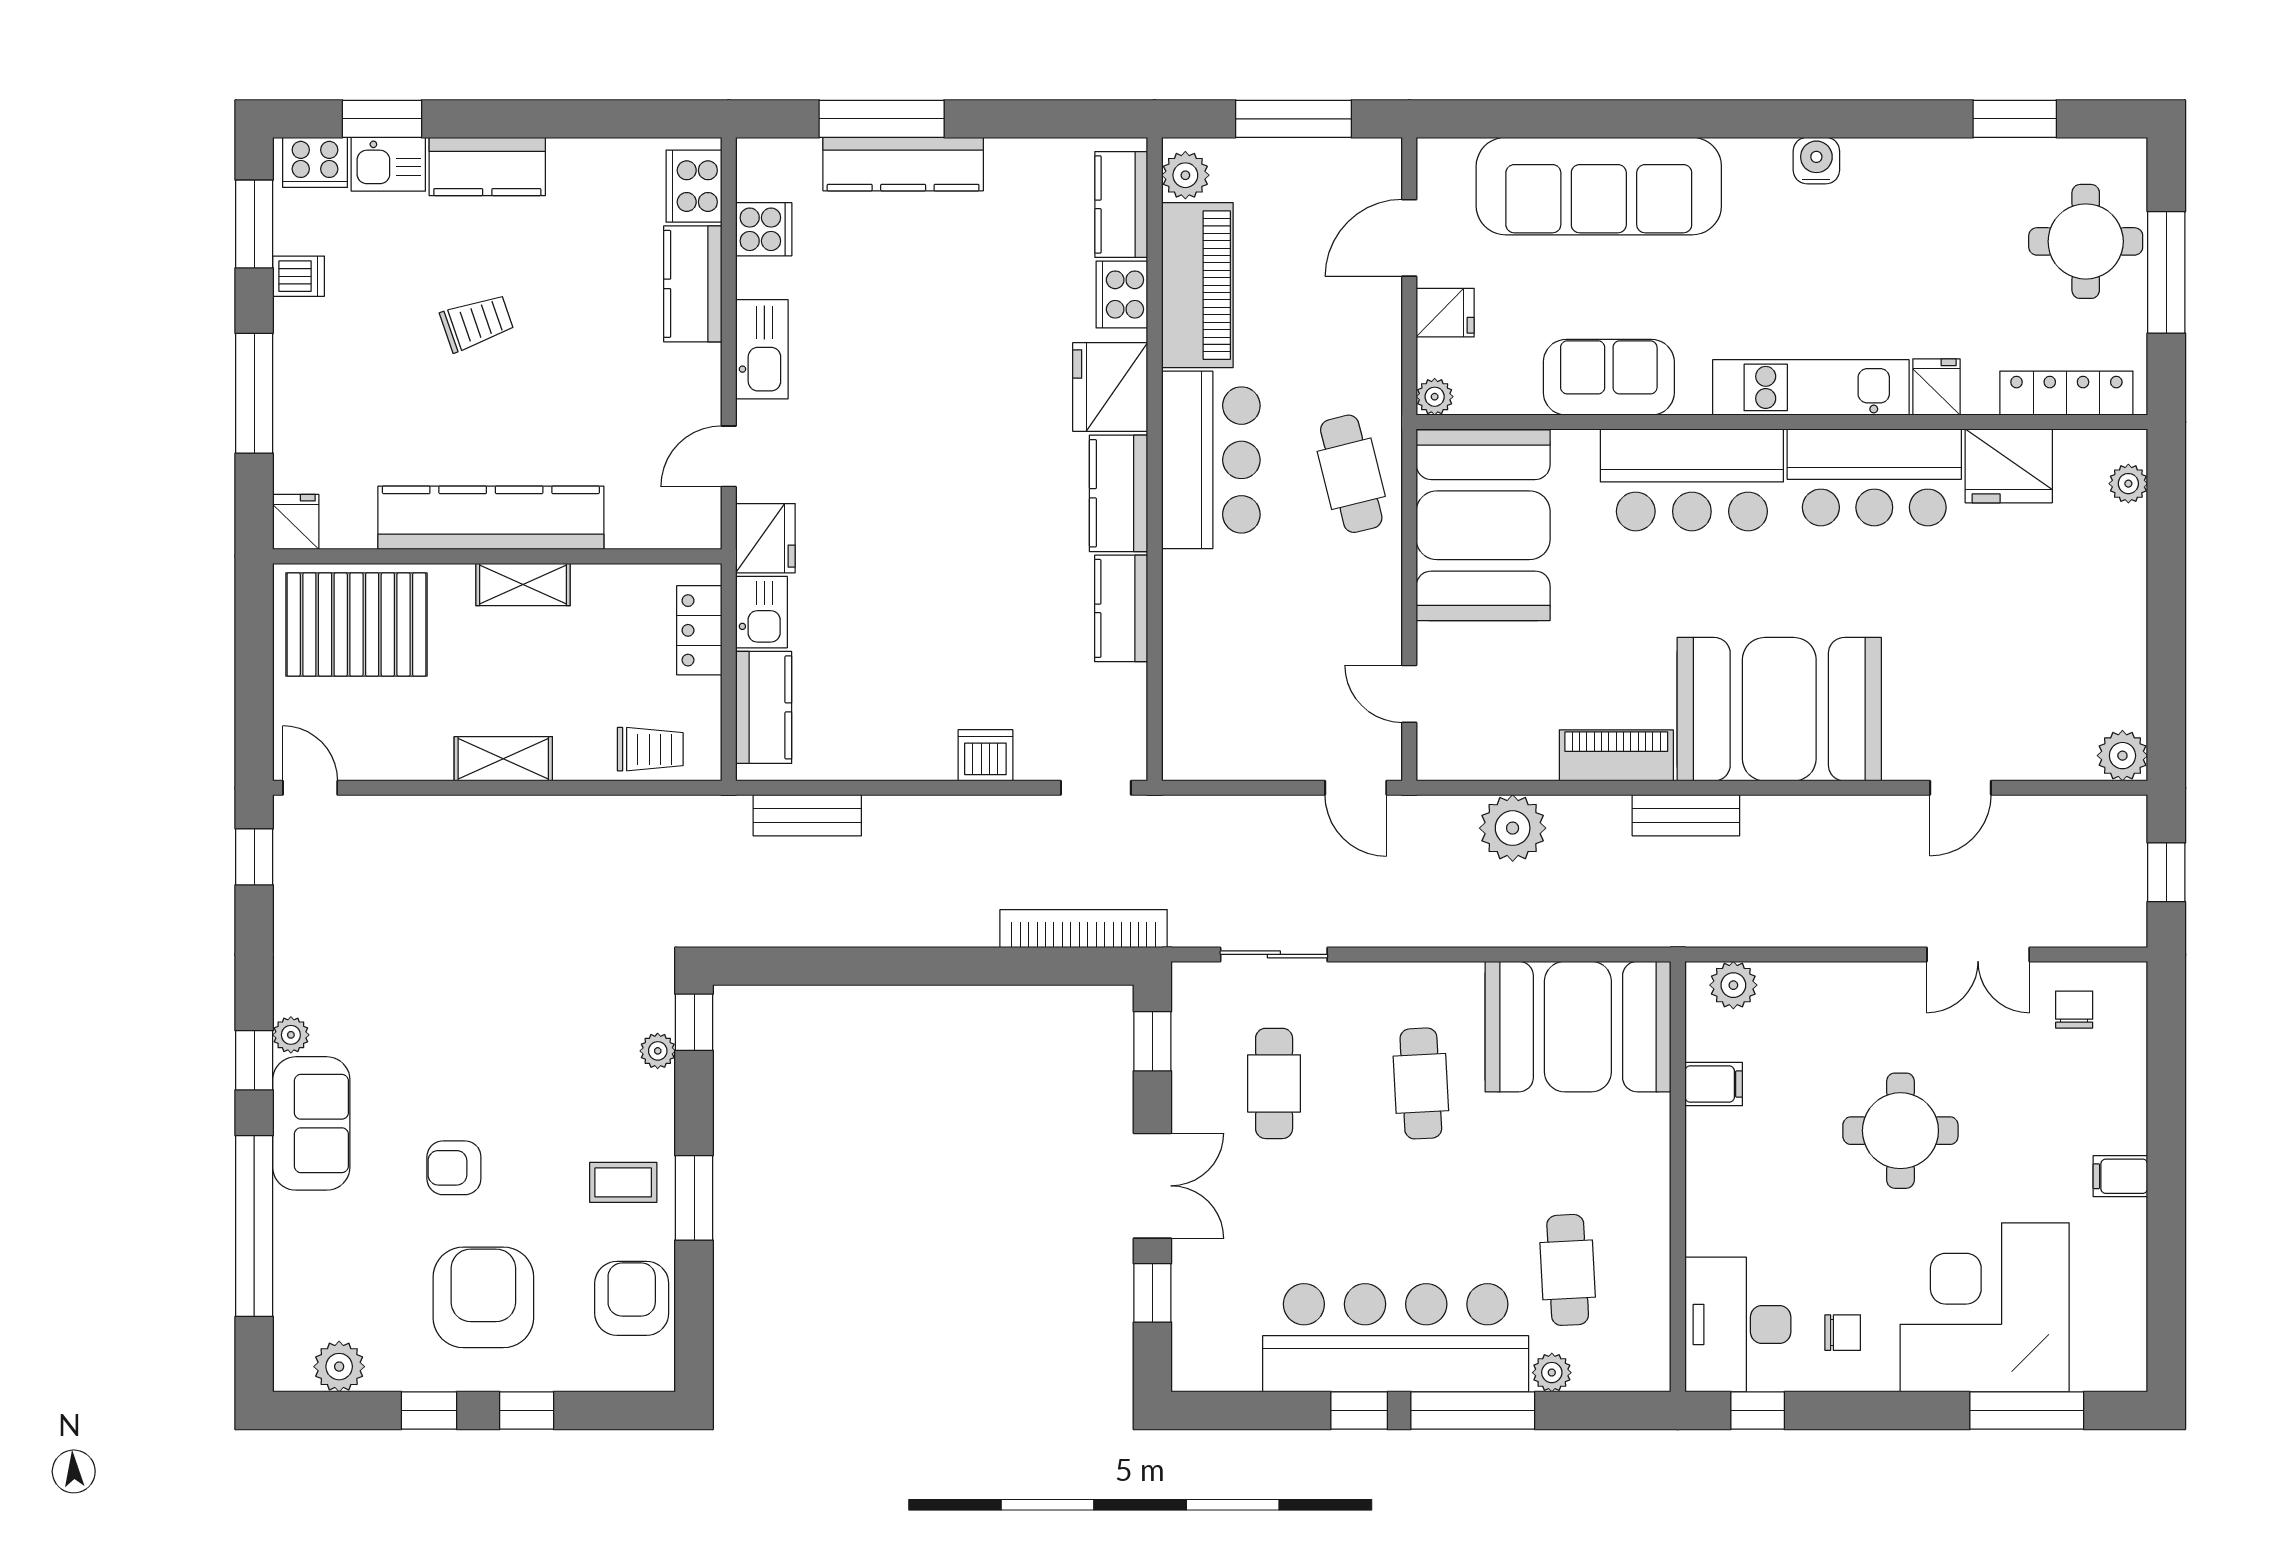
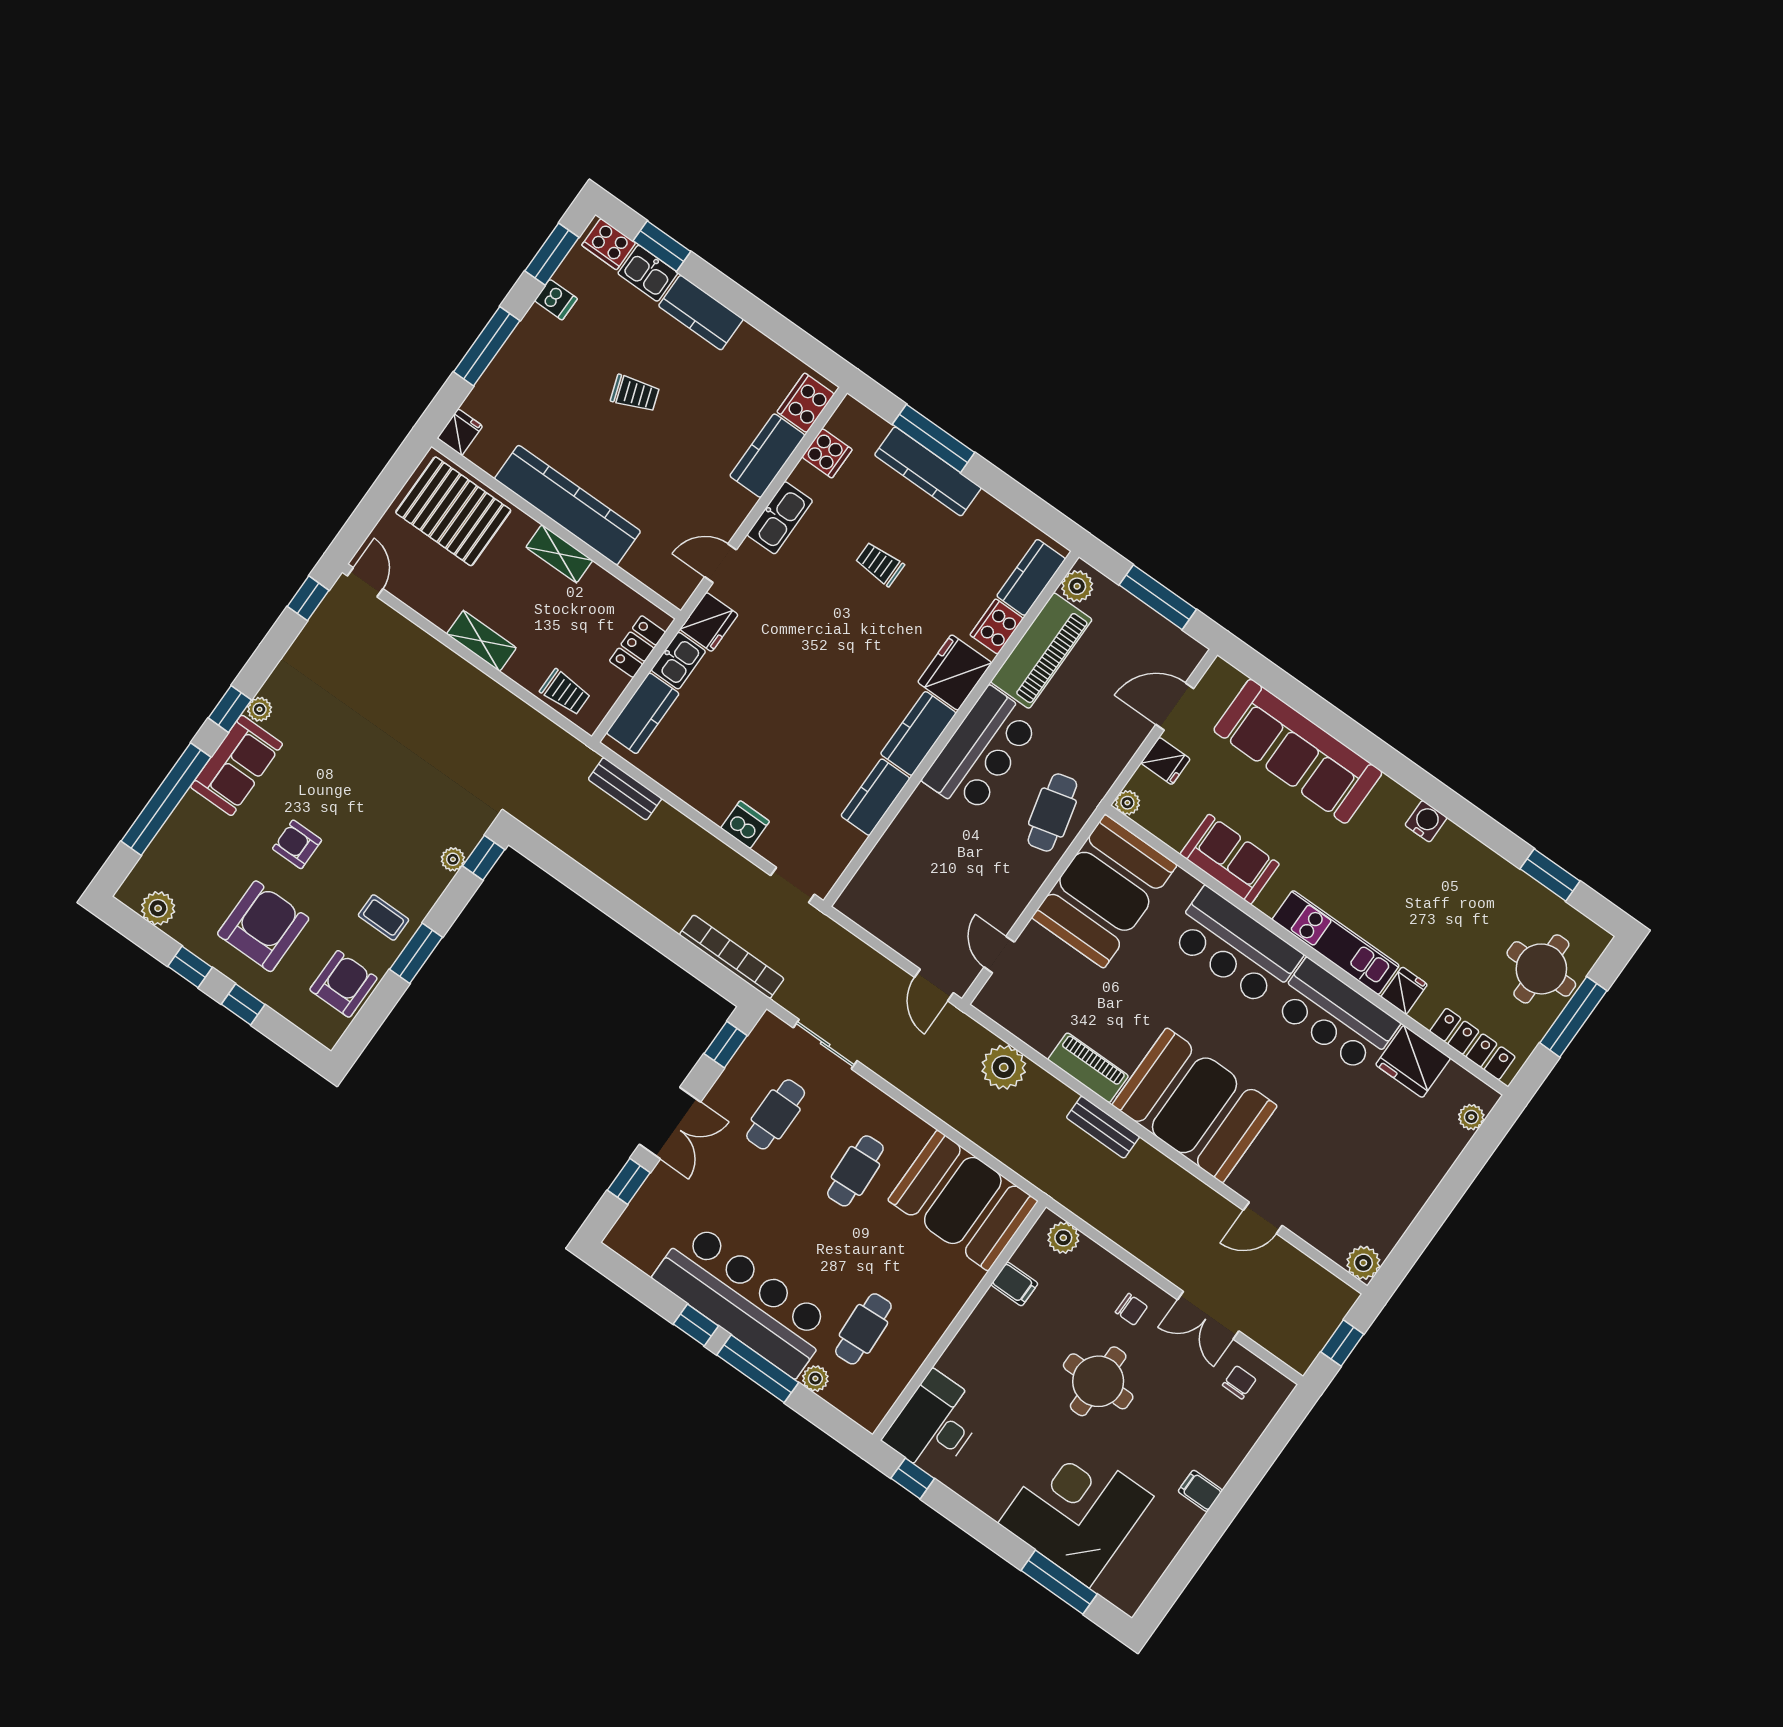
trolley: (924, 319) -> (880, 564), added
chair: (1843, 1333) -> (1131, 1309), moved

